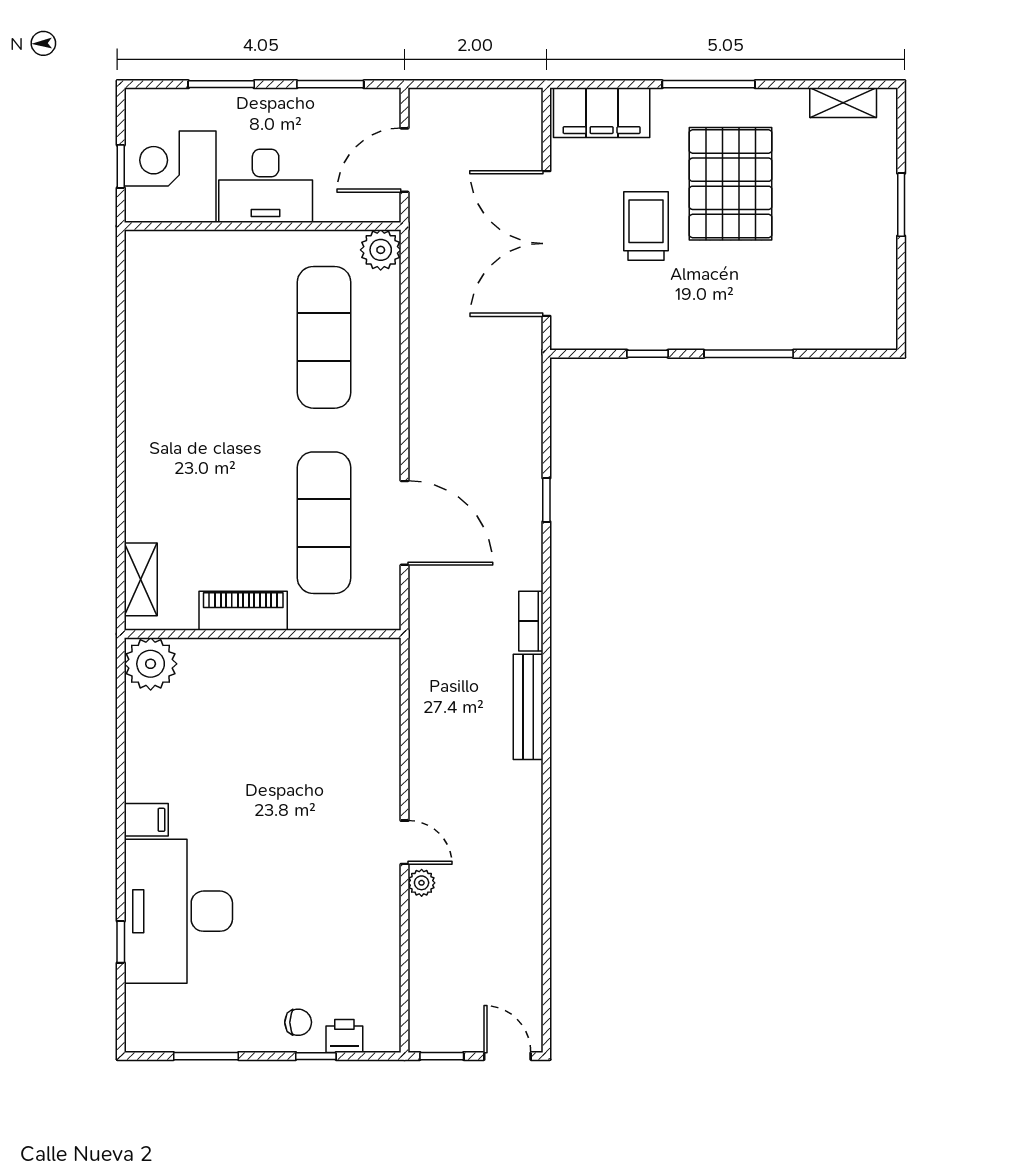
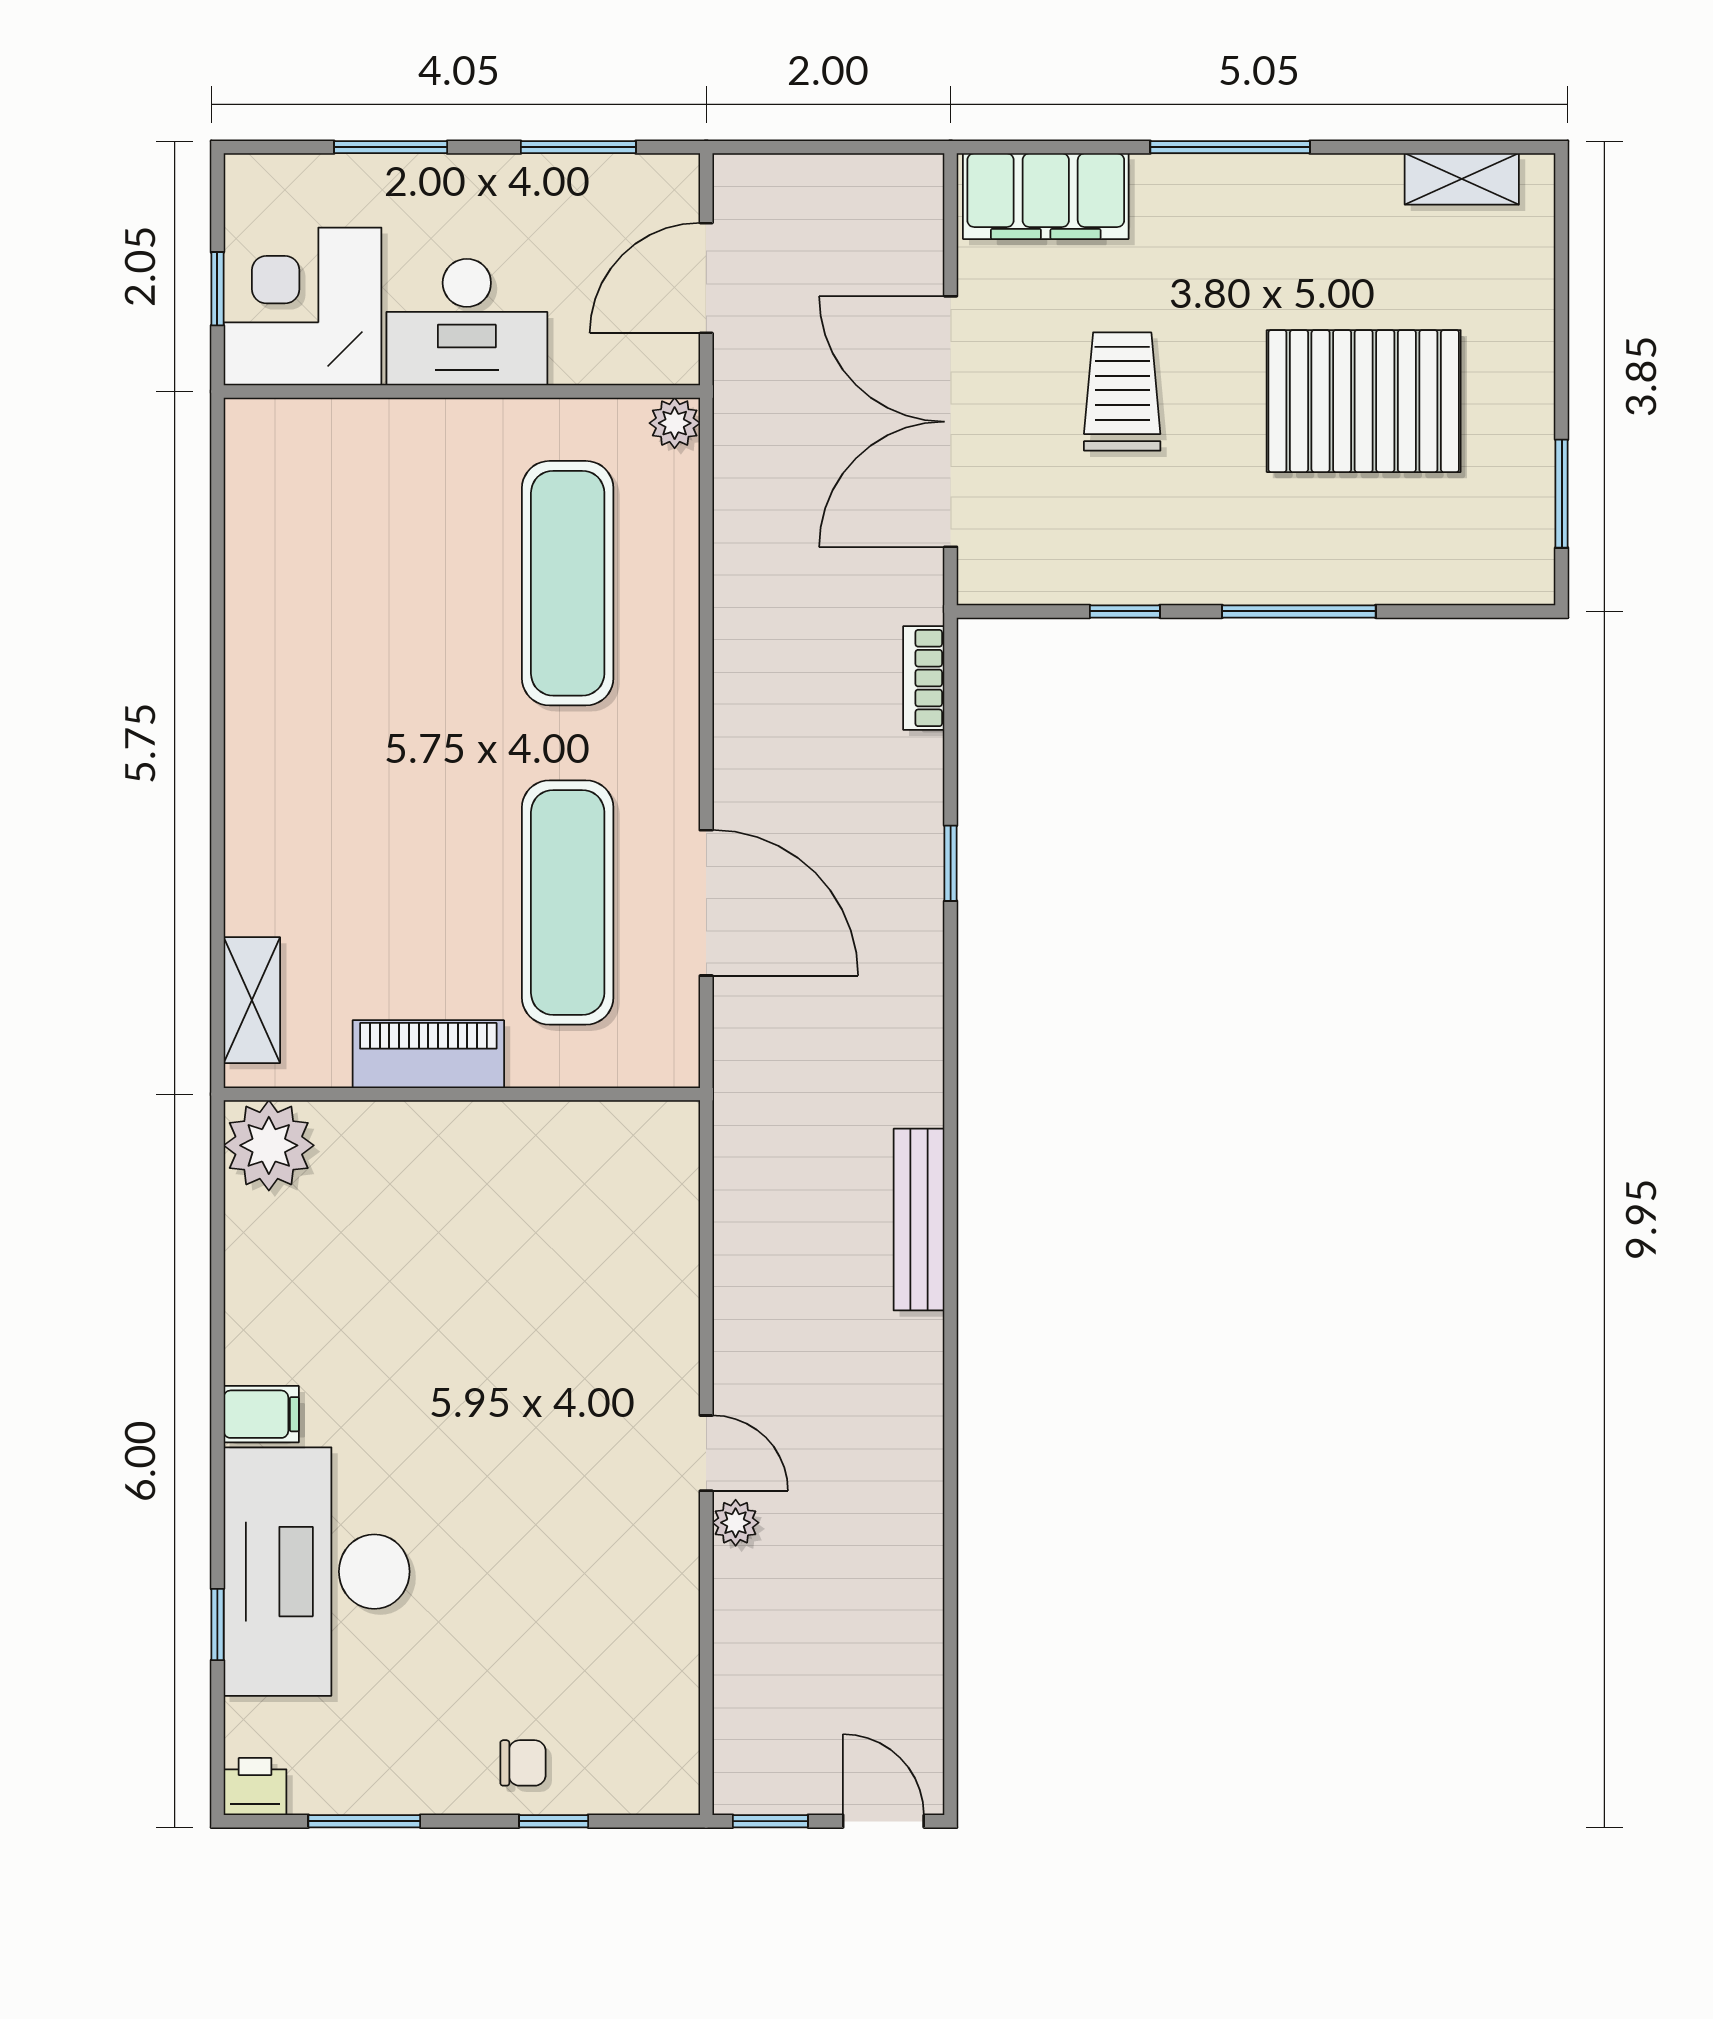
pallet: (731, 184) -> (1364, 401), moved, turned 90
window: (901, 205) -> (1562, 494), moved
plant: (381, 250) -> (675, 423), width x0.73, depth x0.73
bookcase: (531, 621) -> (924, 678), moved
printer: (344, 1036) -> (255, 1786), moved

